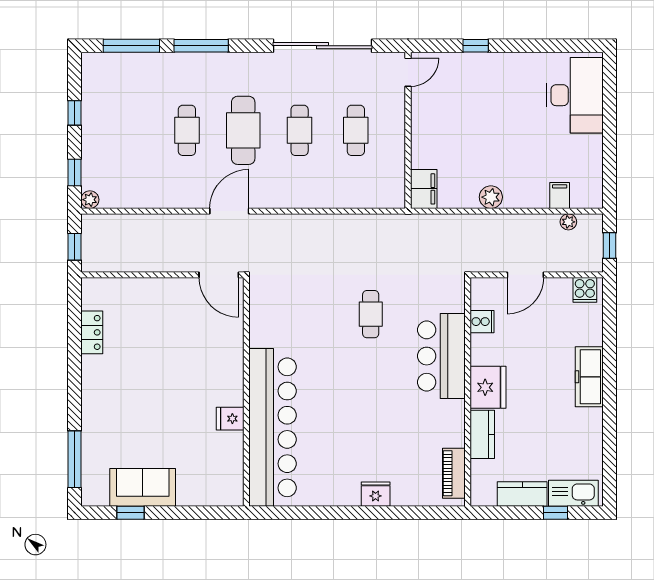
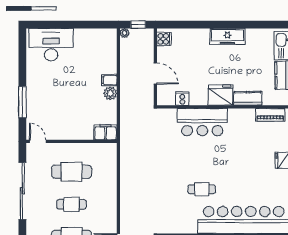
window: (476, 46) -> (22, 102), width x2.17
cafe table: (356, 130) -> (71, 172), width x1.37, depth x1.35
filing cabinet: (560, 196) -> (109, 80), moved
plant: (568, 222) -> (125, 33), moved
cafe table: (371, 314) -> (202, 189), moved
freezer: (589, 377) -> (227, 36), moved

